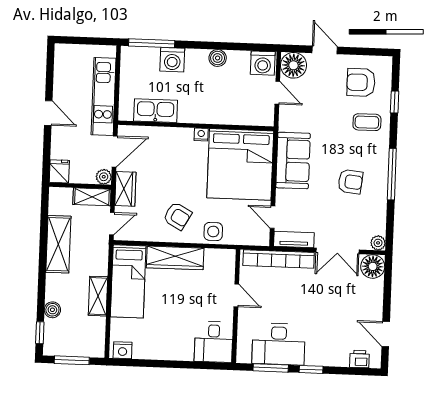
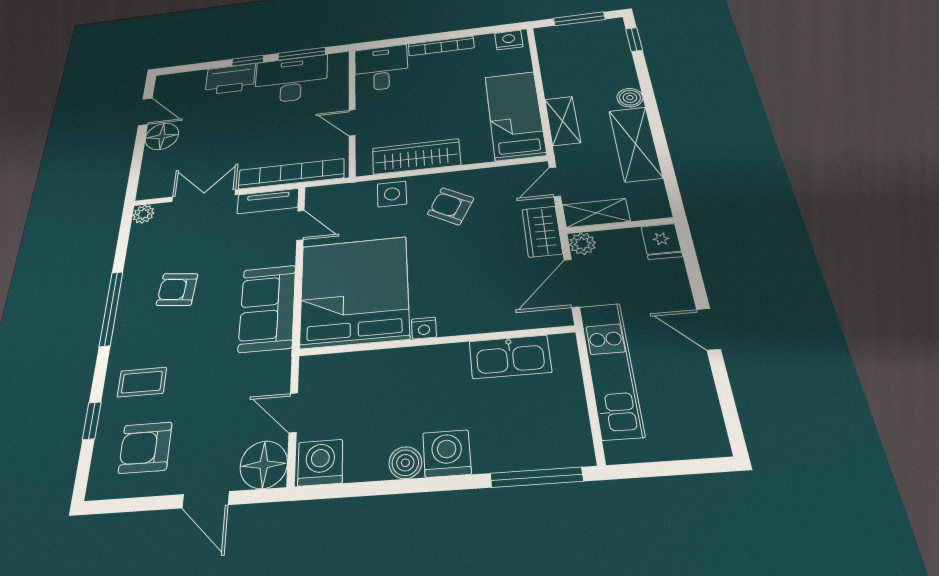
washing machine: (172, 60) -> (447, 453), moved
armchair: (361, 82) -> (145, 448), turned 180
wardrobe: (175, 258) -> (416, 157), moved
floor lamp: (373, 266) -> (162, 136), moved
shelving: (98, 296) -> (562, 121), moved
boiler: (52, 310) -> (630, 98), moved
bookcase: (170, 354) -> (441, 46), added
printer: (360, 359) -> (230, 79), moved, width x1.87, depth x1.48

